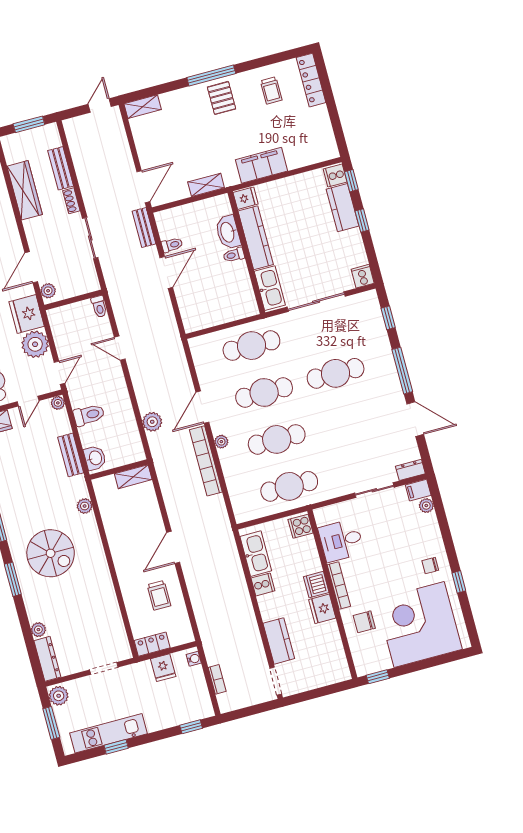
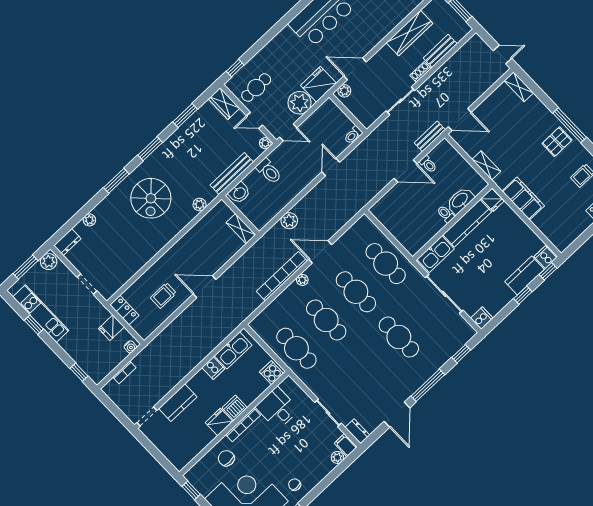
bench: (71, 455) -> (232, 174), width x1.36
dresser: (47, 659) -> (67, 242), width x0.70

